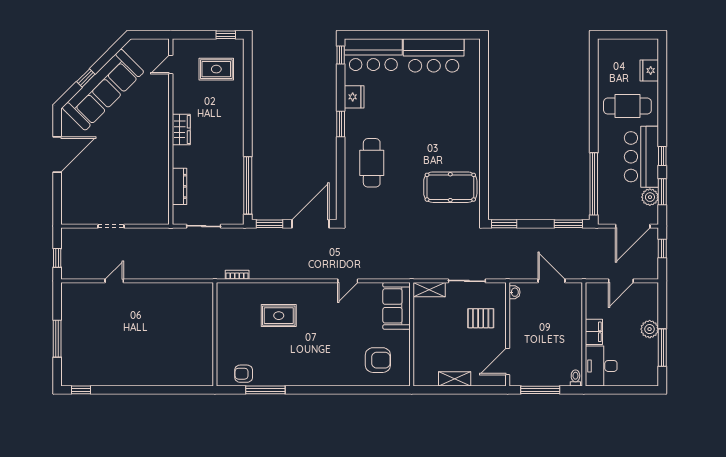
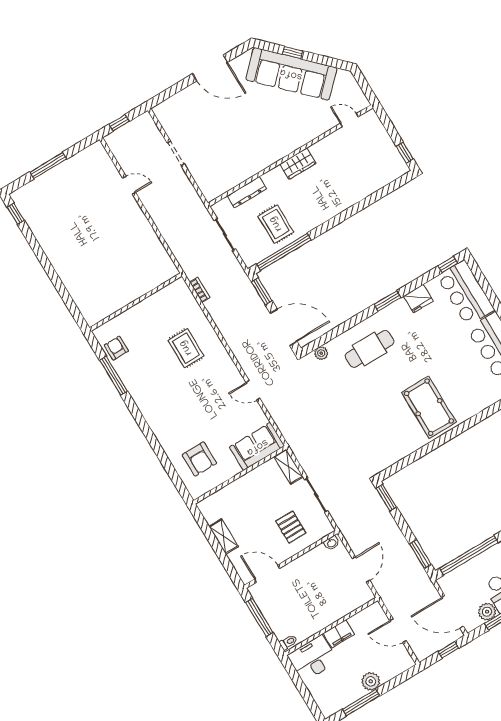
rug: (216, 69) -> (276, 224), moved
pool table: (450, 187) -> (429, 407), moved
plant: (351, 205) -> (321, 353), added

